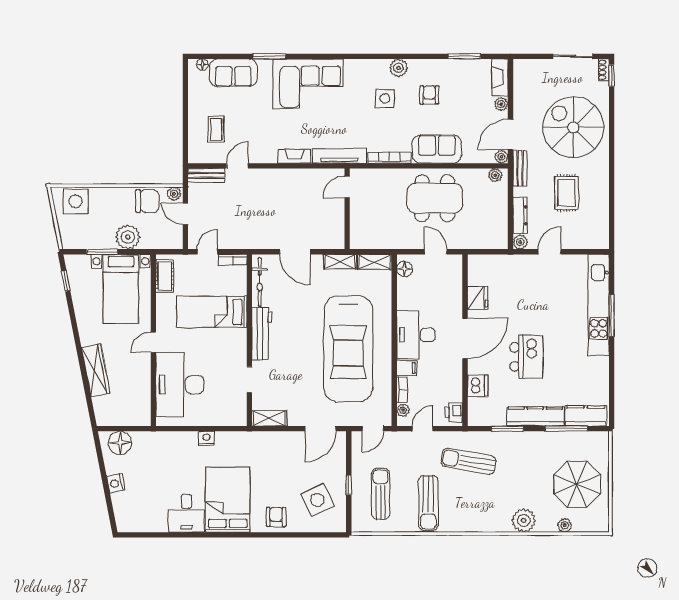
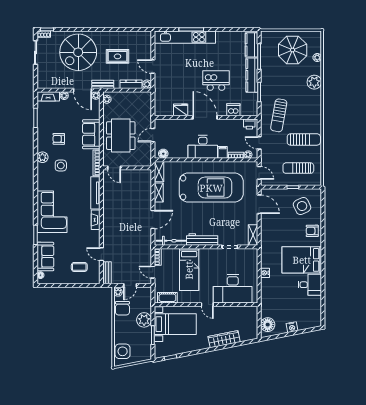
door: (347, 187) -> (114, 168), moved
chair: (147, 201) -> (122, 308), turned 180
wall: (347, 209) -> (127, 168), moved

